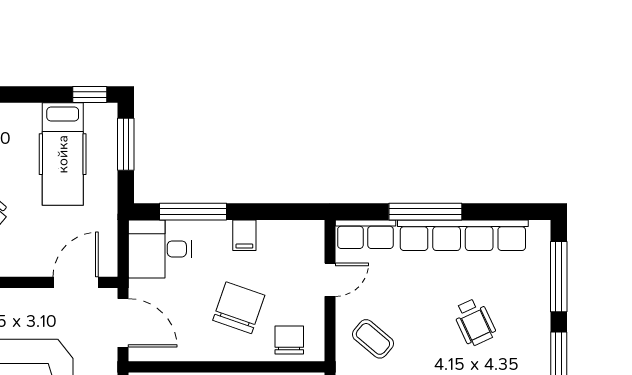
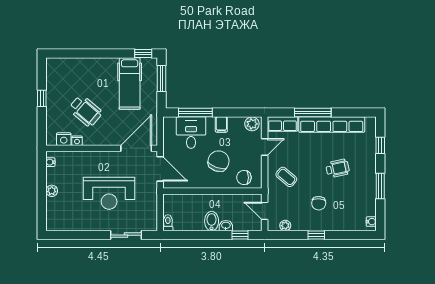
plant: (305, 234) -> (252, 124), added
desk: (160, 249) -> (191, 133), moved, turned 90
window: (559, 277) -> (380, 145), width x0.46
door: (76, 282) -> (136, 148), width x1.36
wheelchair: (474, 322) -> (338, 168), turned -77
chair: (289, 340) -> (244, 178), turned -90

